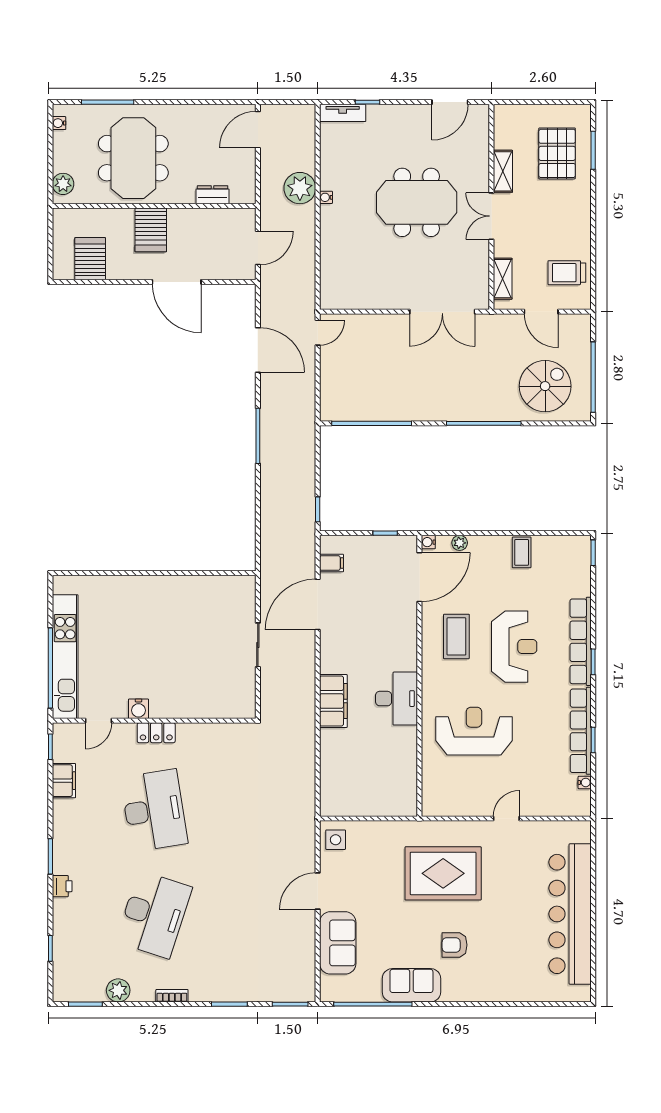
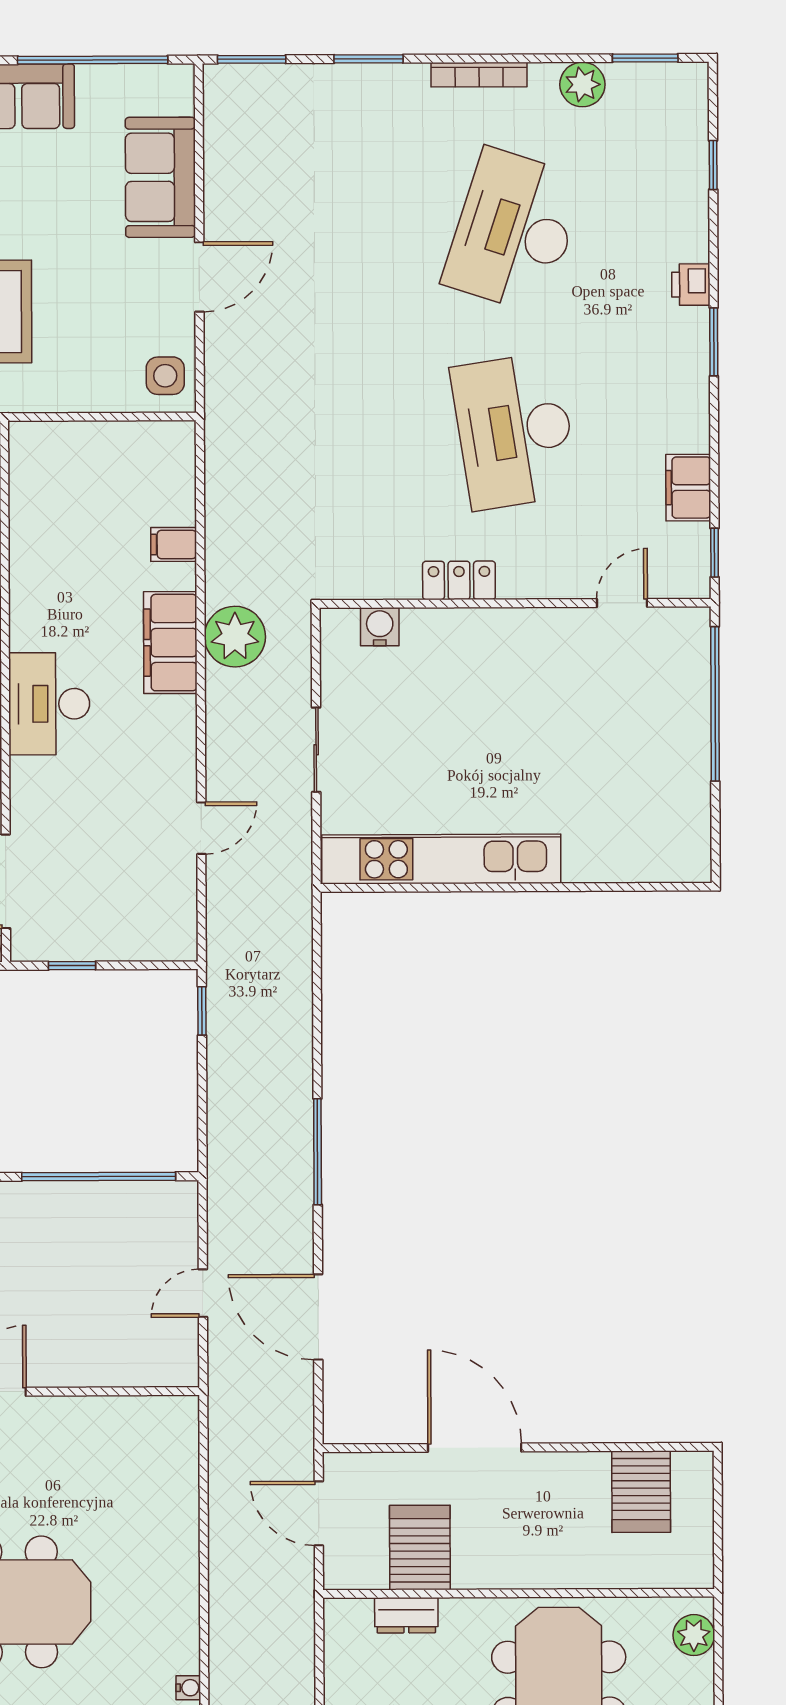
plant: (300, 188) -> (235, 637), moved
water cooler: (326, 197) -> (188, 1688), moved
server rack: (151, 230) -> (420, 1548), moved
door: (258, 248) -> (319, 1513), hinge flipped
door: (318, 333) -> (203, 1293), moved
filing cabinet: (332, 563) -> (174, 544), moved
door: (318, 604) -> (201, 828), width x0.53
kitchen unit: (65, 657) -> (441, 859), moved, turned 90
desk: (397, 699) -> (49, 704), moved
water cooler: (139, 709) -> (380, 627), moved
locker: (156, 733) -> (459, 580), moved
bookcase: (172, 996) -> (479, 75), width x1.56

